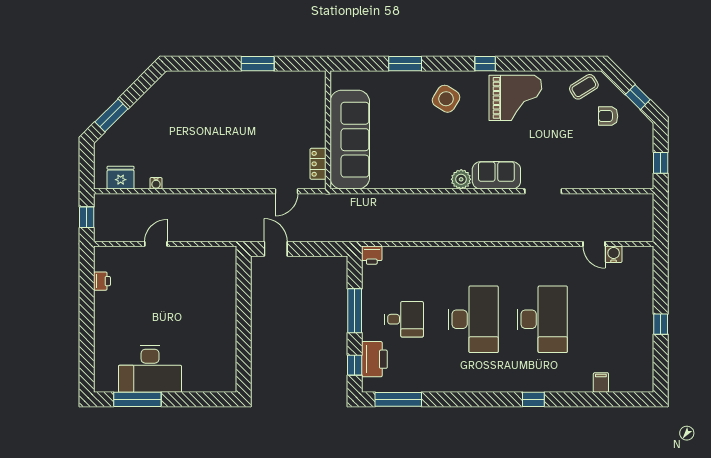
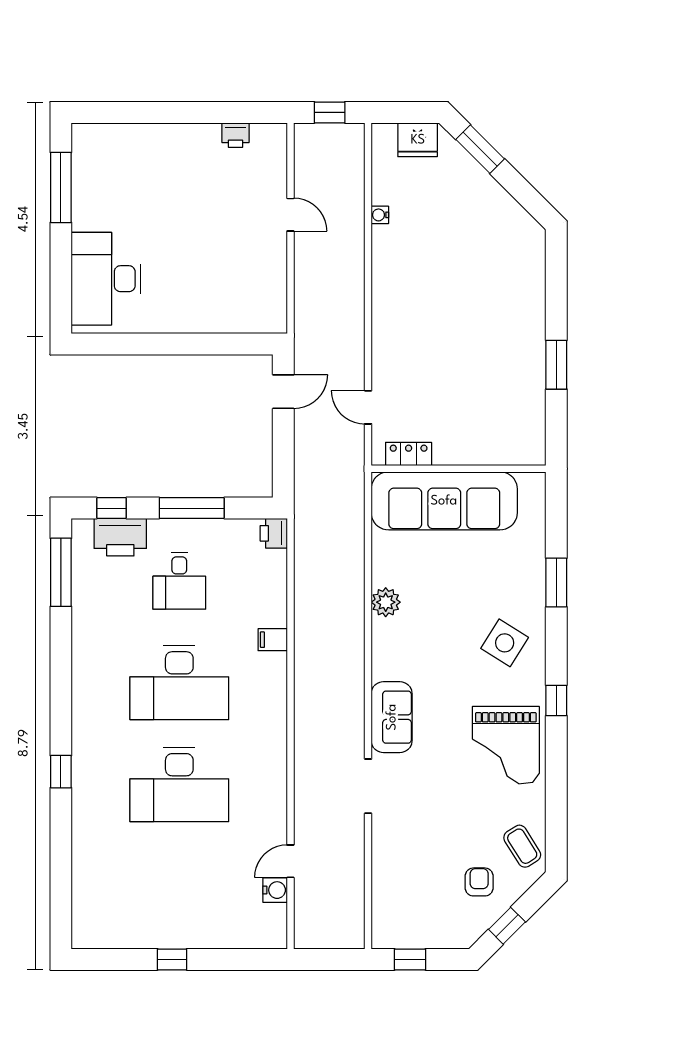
fridge: (121, 178) -> (418, 140), moved, turned 90
plant: (461, 179) -> (386, 602), moved
desk: (150, 369) -> (106, 279), moved
filing cabinet: (601, 383) -> (273, 640), moved, turned 180

